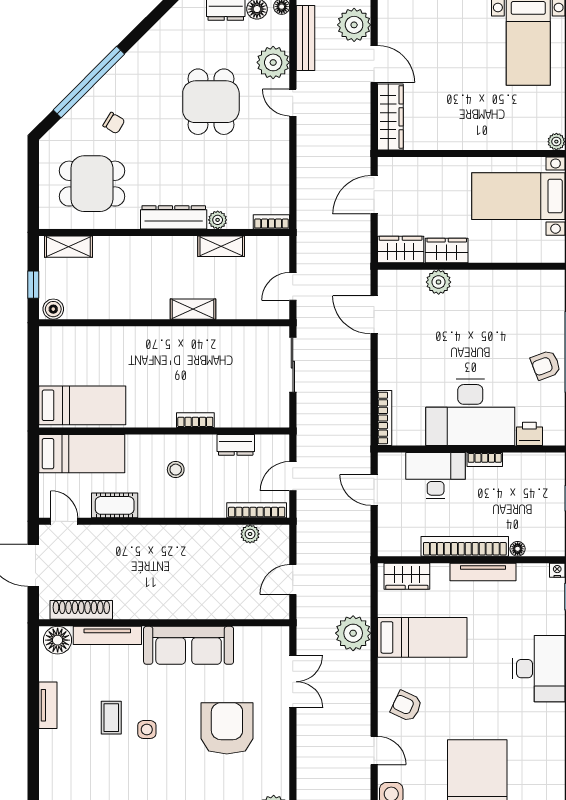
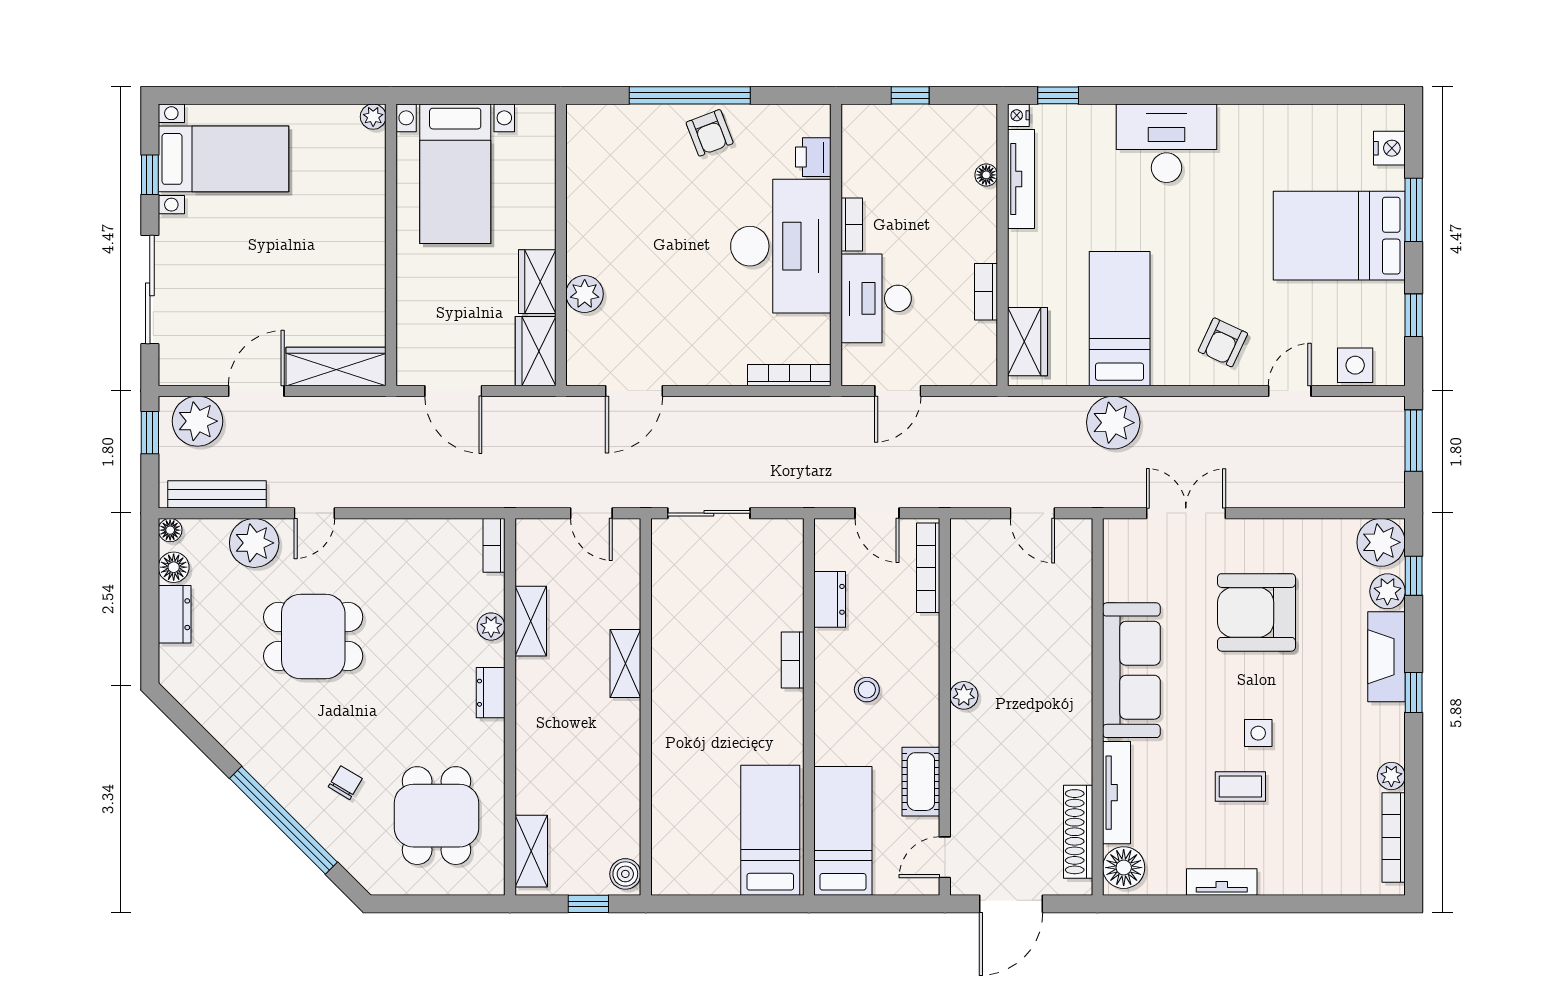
dresser: (174, 217) -> (491, 693), width x0.51, depth x0.80
plant: (250, 534) -> (964, 695), moved
bookcase: (465, 546) -> (986, 292), width x0.43, depth x0.76
tv unit: (483, 572) -> (1021, 179), moved

